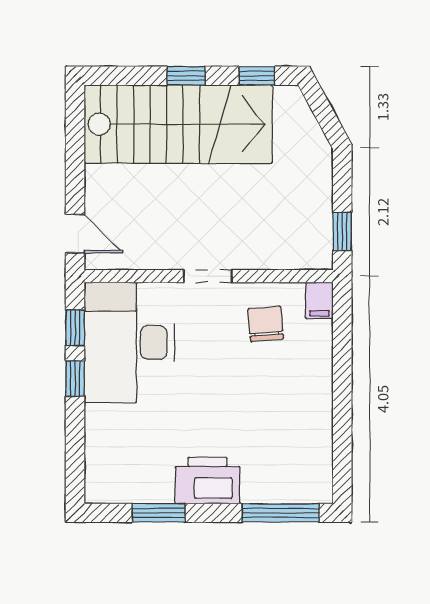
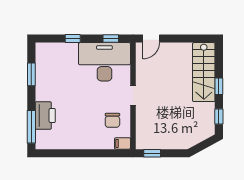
stairs: (178, 124) -> (204, 72), width x0.73, depth x0.66
chair: (266, 324) -> (112, 120), turned 95
window: (75, 378) -> (73, 39), moved
printer: (208, 481) -> (45, 115), moved

